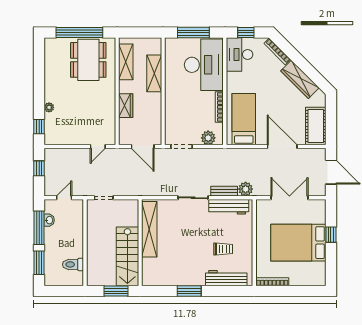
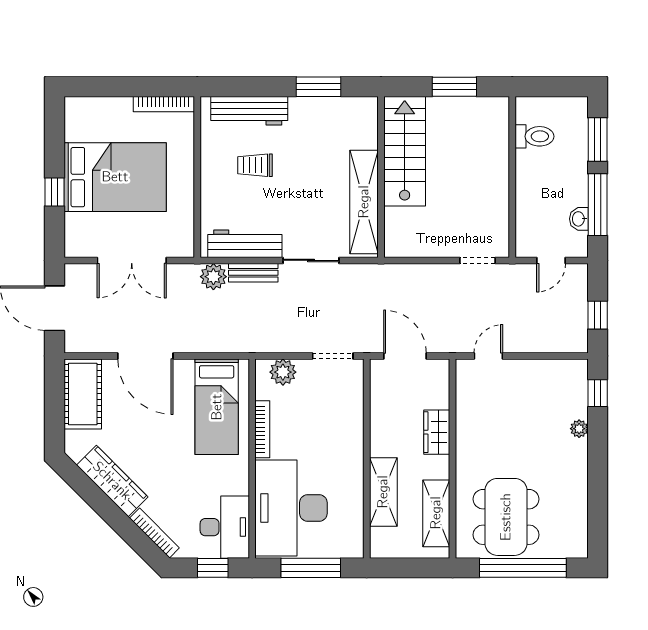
shelving: (149, 229) -> (364, 202), moved
wall: (140, 243) -> (381, 177), moved
stairs: (127, 256) -> (405, 151), moved

